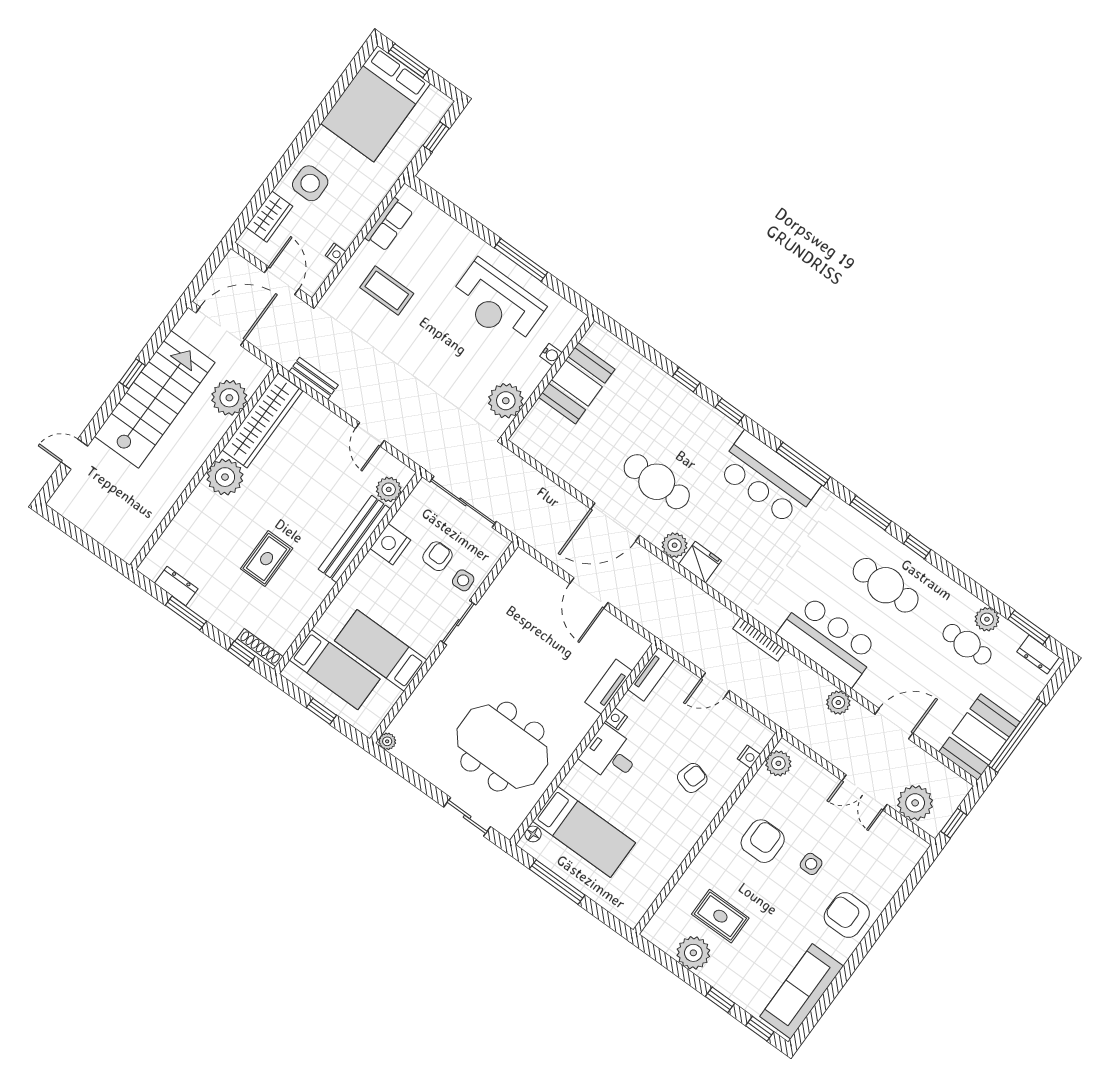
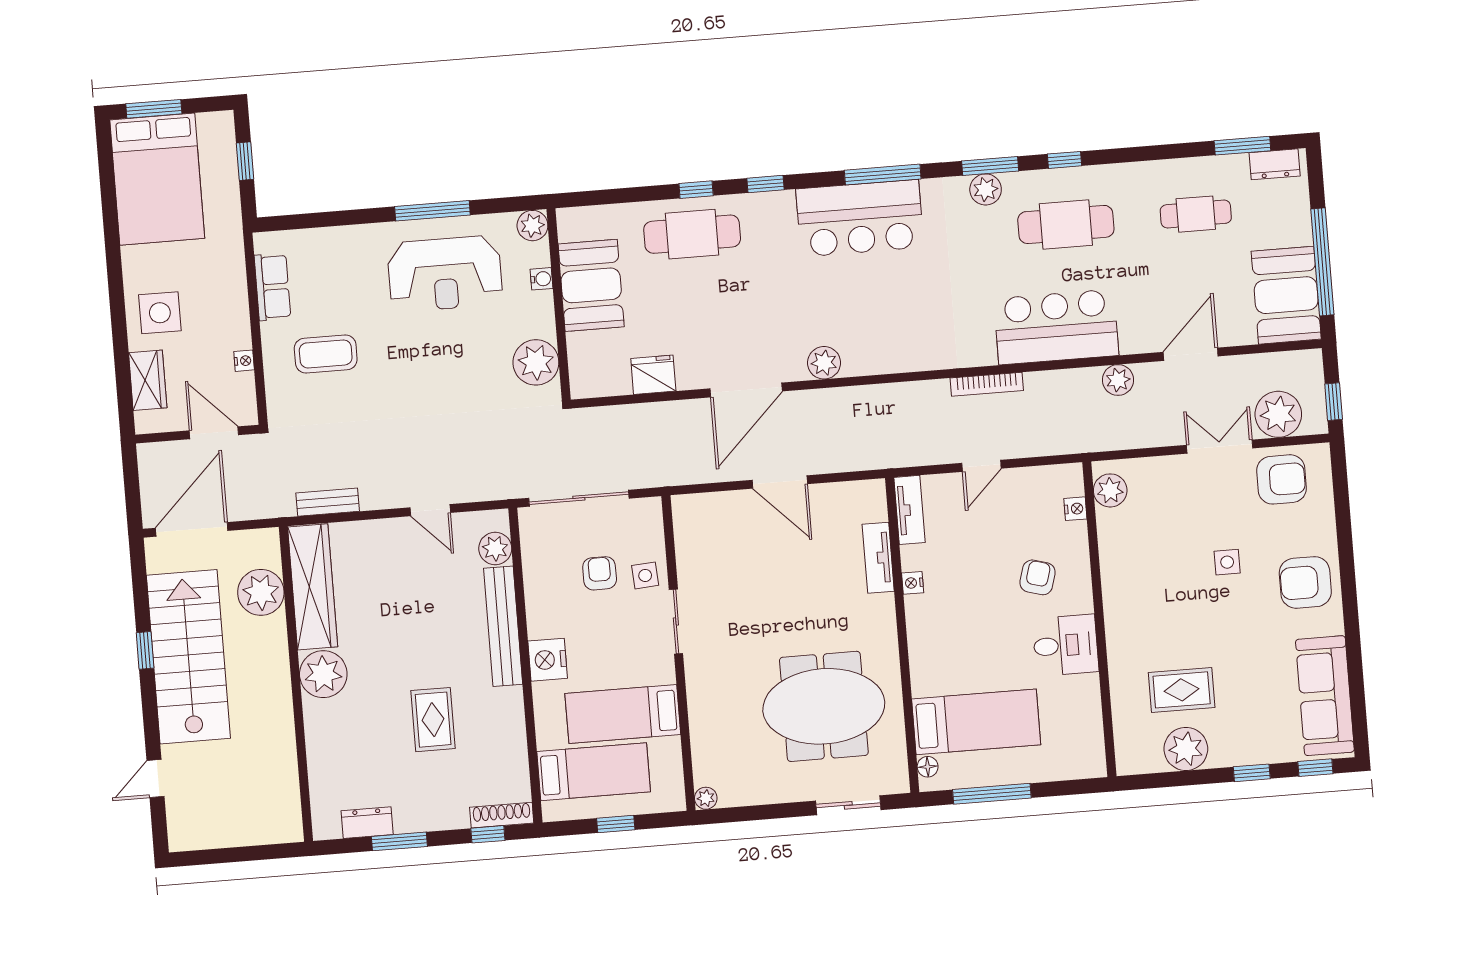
plant: (572, 319) -> (532, 226), added
cafe table: (657, 482) -> (692, 234), moved
nightstand: (390, 544) -> (548, 660), moved
fridge: (700, 562) -> (653, 375), moved
plant: (987, 619) -> (986, 189), moved
desk: (610, 755) -> (1066, 645), moved, turned 180
double door: (864, 792) -> (1220, 447), swing flipped
armchair: (763, 841) -> (1281, 479), moved, turned 90

